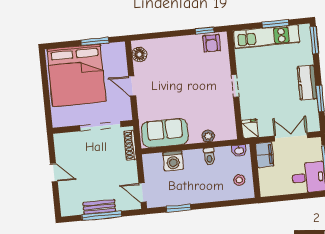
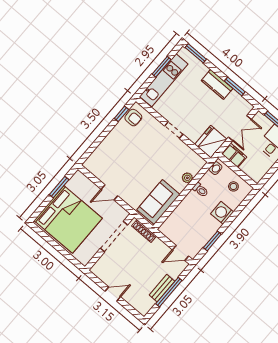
floor lamp: (139, 54) -> (95, 168), removed
fridge: (250, 129) -> (211, 142), width x1.88, depth x1.34
double door: (291, 137) -> (240, 128), swing flipped
washing machine: (173, 161) -> (222, 213), moved, turned 180

